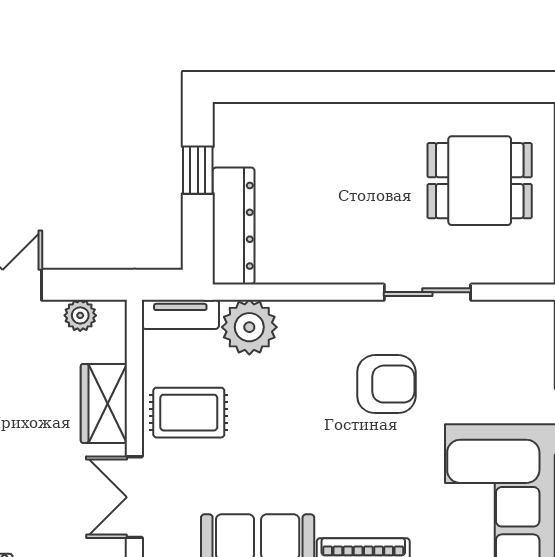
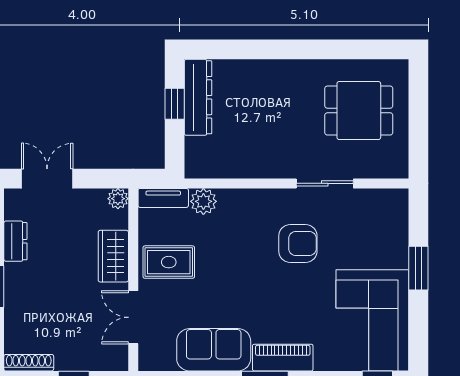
dresser: (234, 226) -> (198, 97), moved
plant: (80, 315) -> (118, 199), moved
plant: (249, 327) -> (203, 201), width x0.73, depth x0.73

